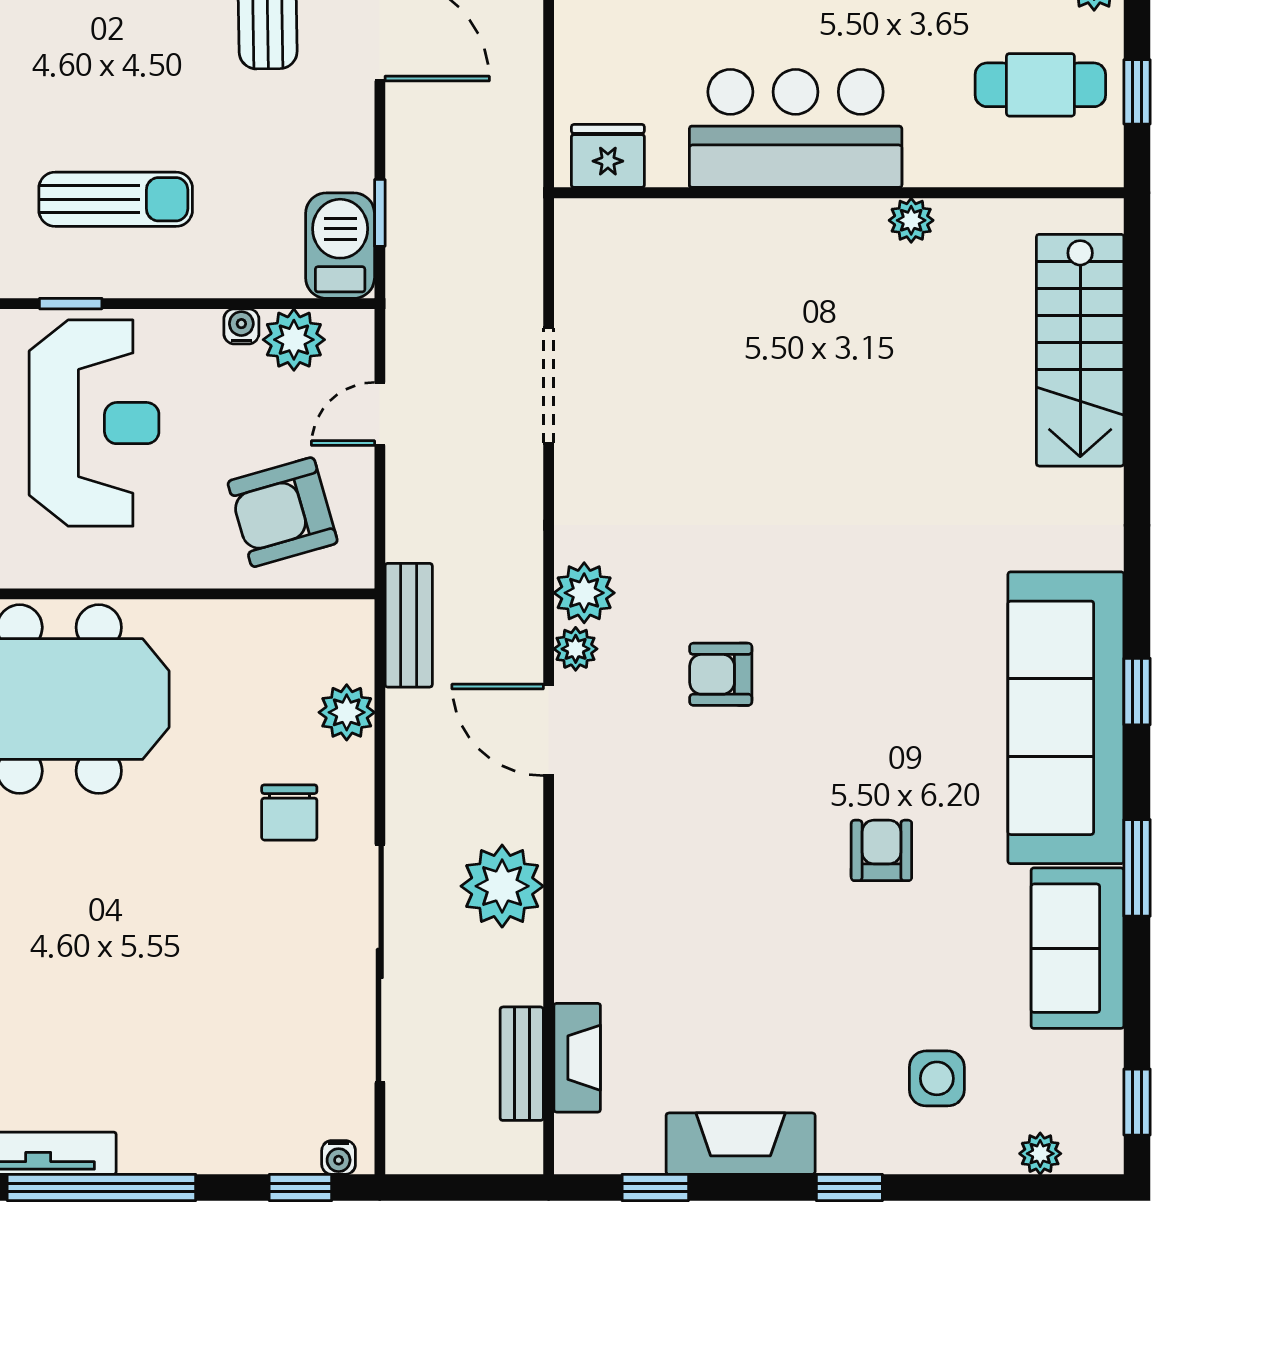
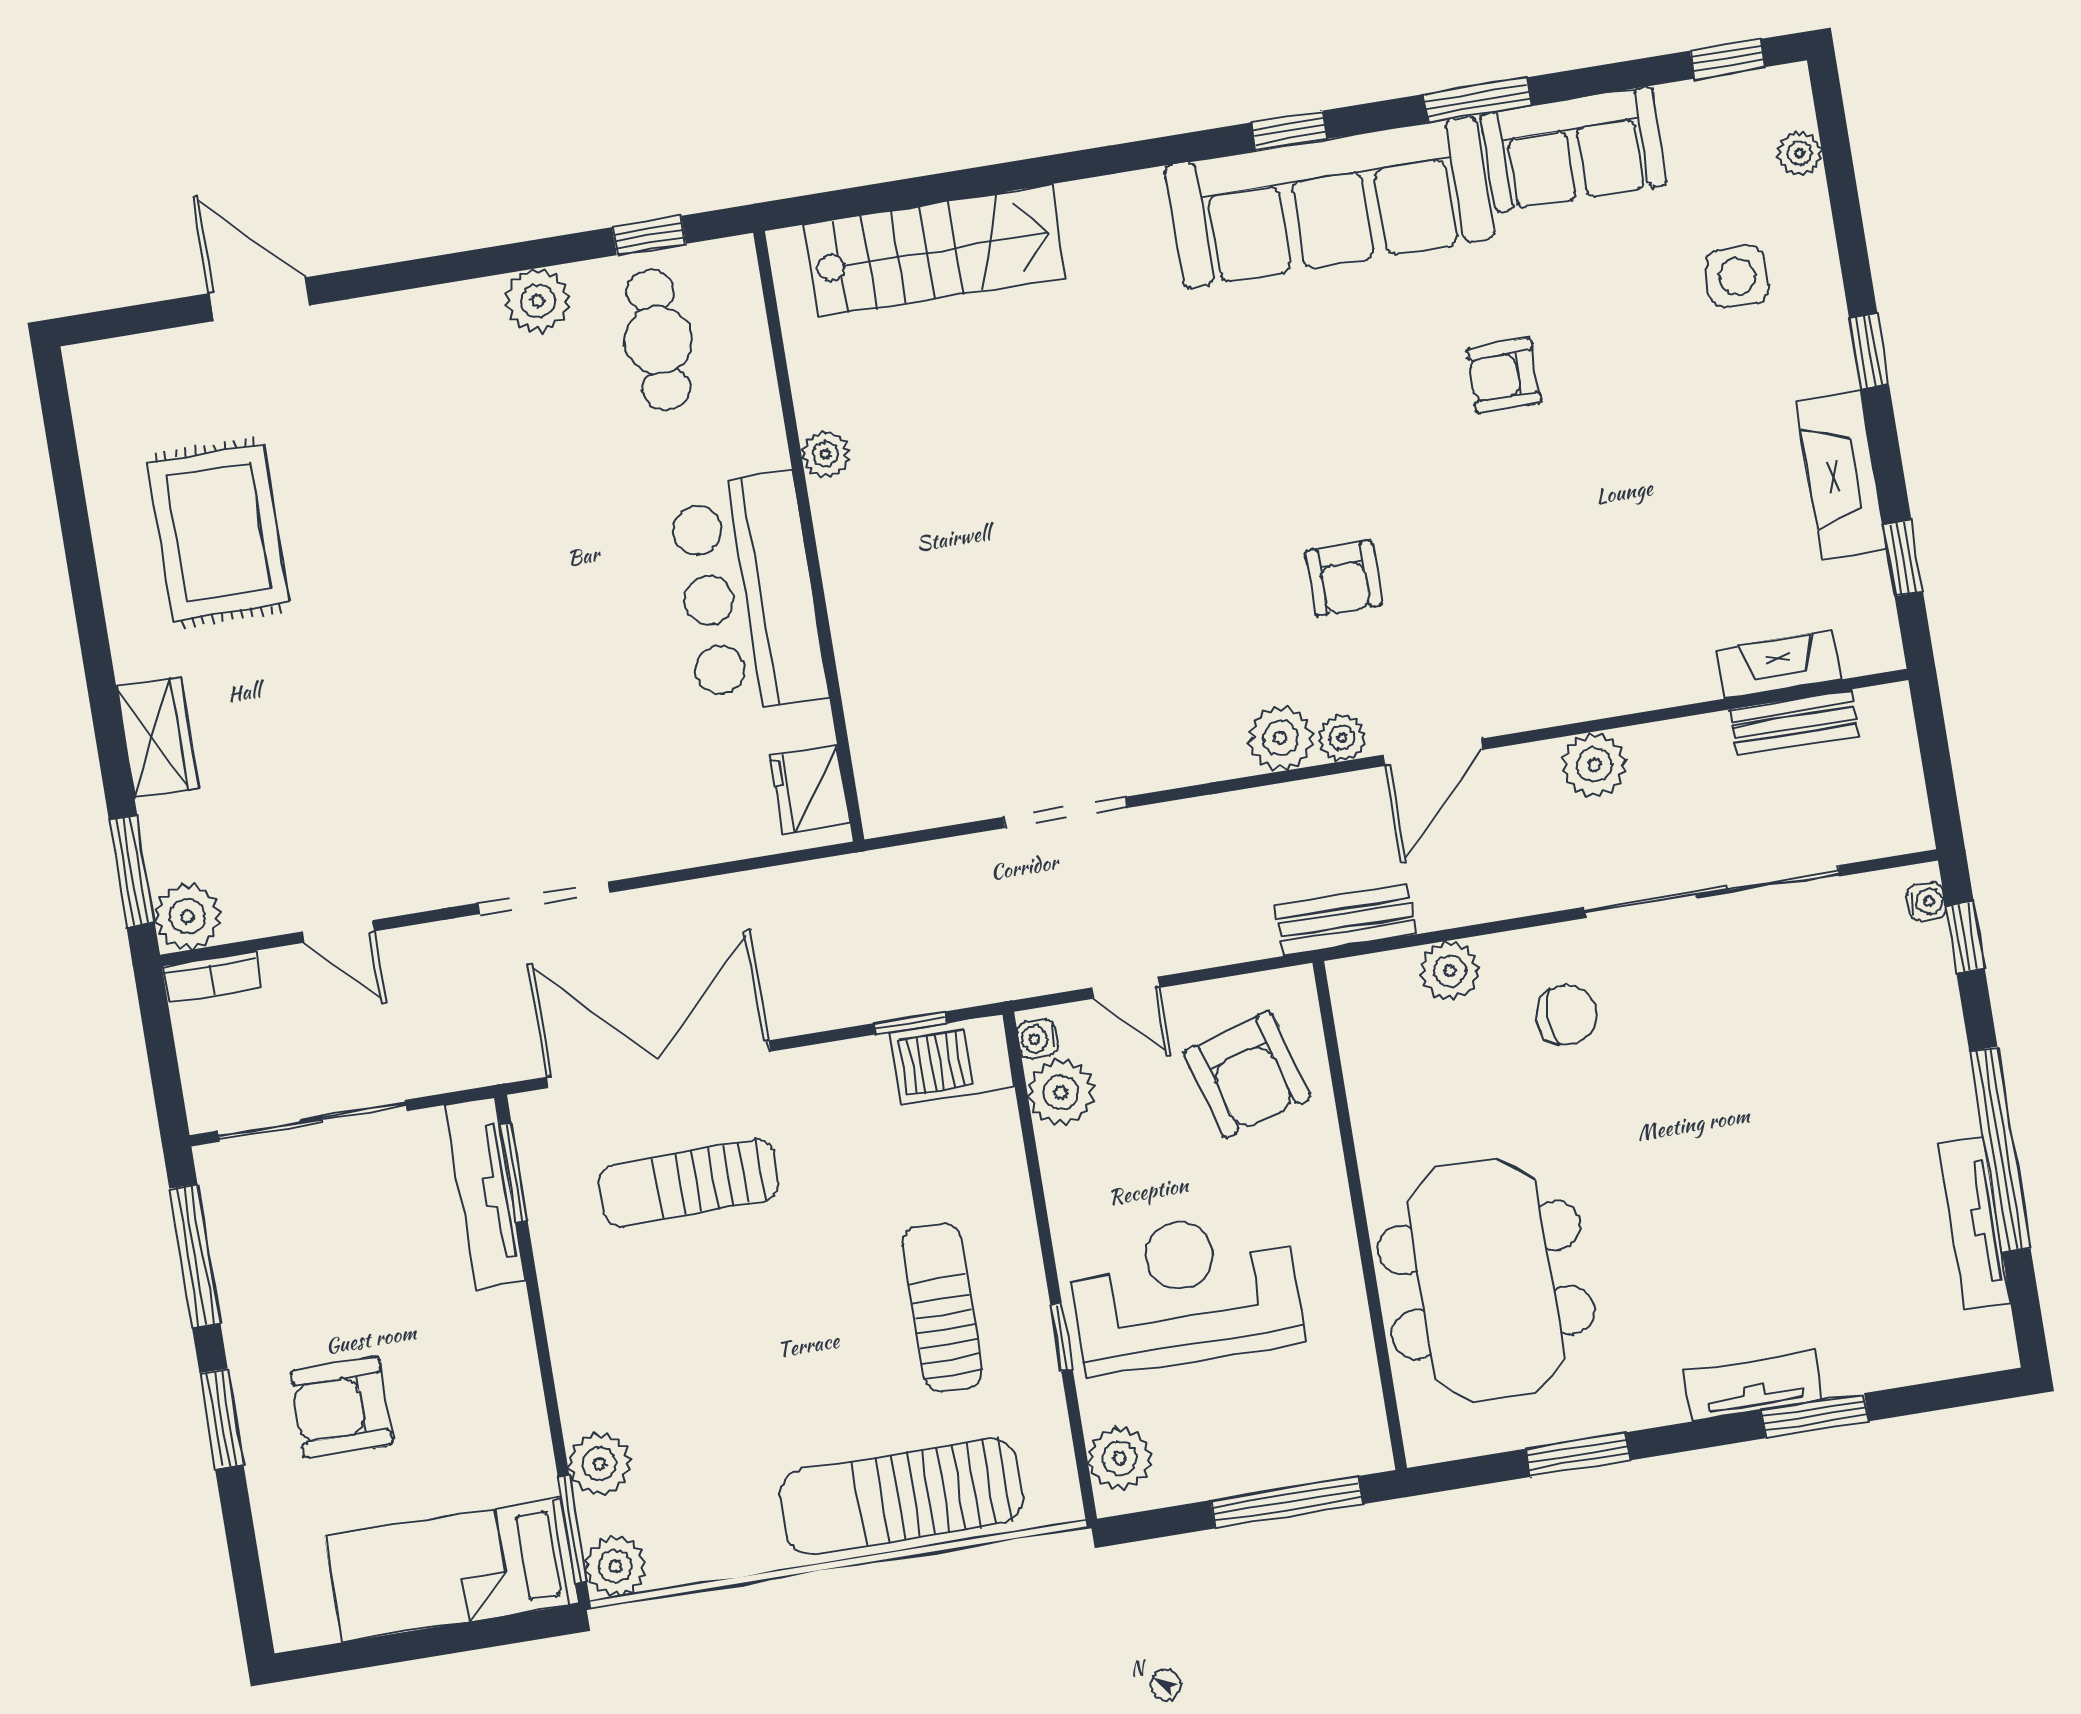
water cooler: (241, 326) -> (1038, 1039), moved
plant: (502, 886) -> (1594, 765), width x0.73, depth x0.73

